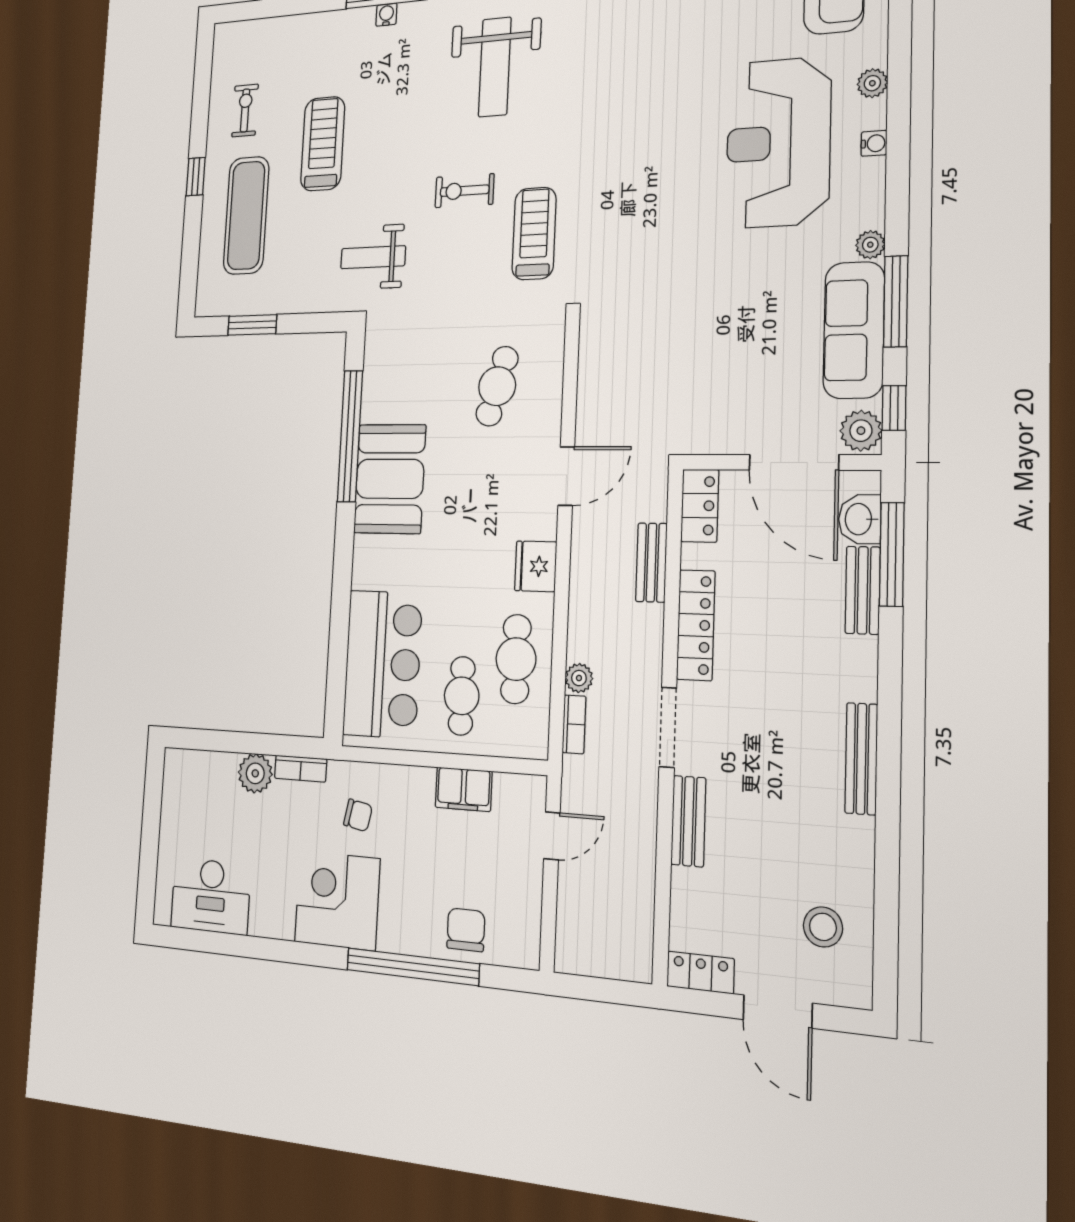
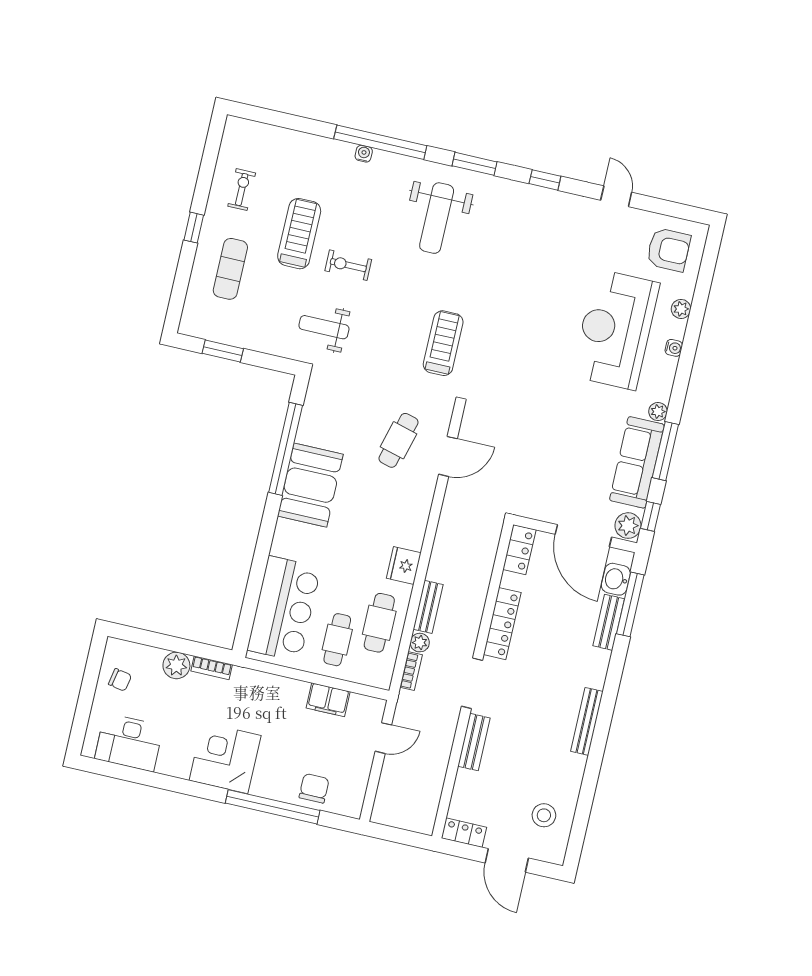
exercise bike: (465, 191) -> (348, 265), moved
exercise mat: (246, 215) -> (230, 269), width x0.73, depth x0.69
door: (566, 476) -> (448, 456), moved
bench: (651, 563) -> (428, 607), moved
chair: (358, 815) -> (120, 680), moved

